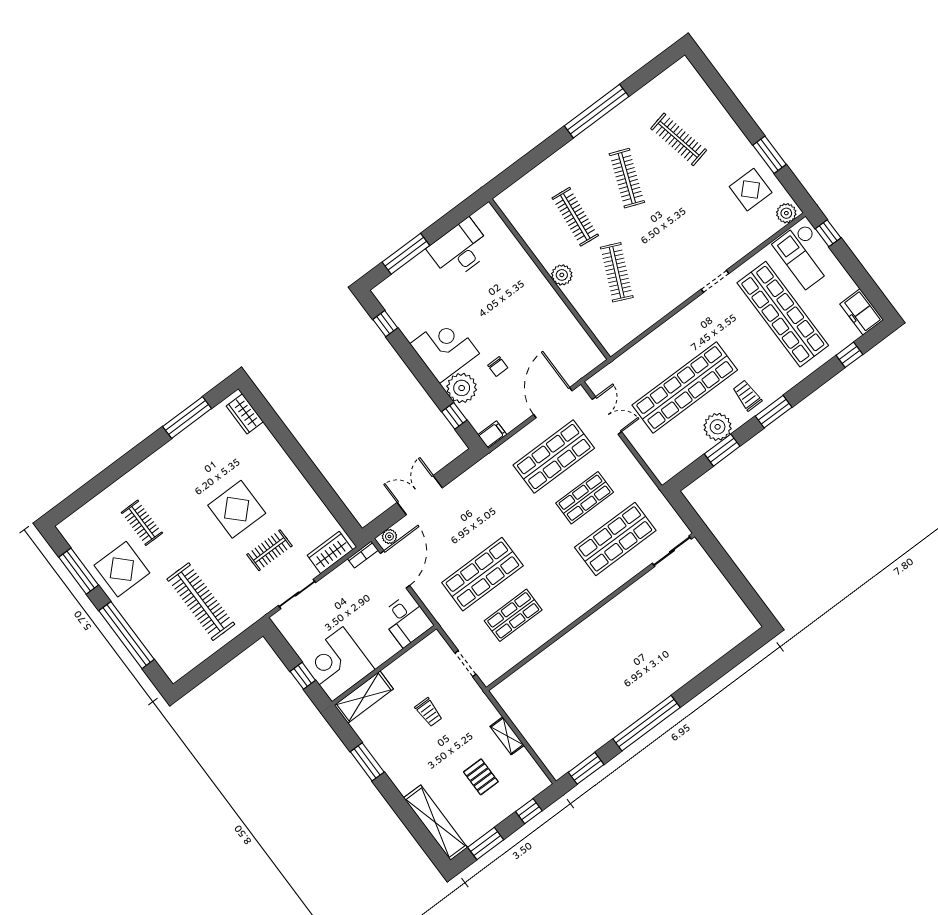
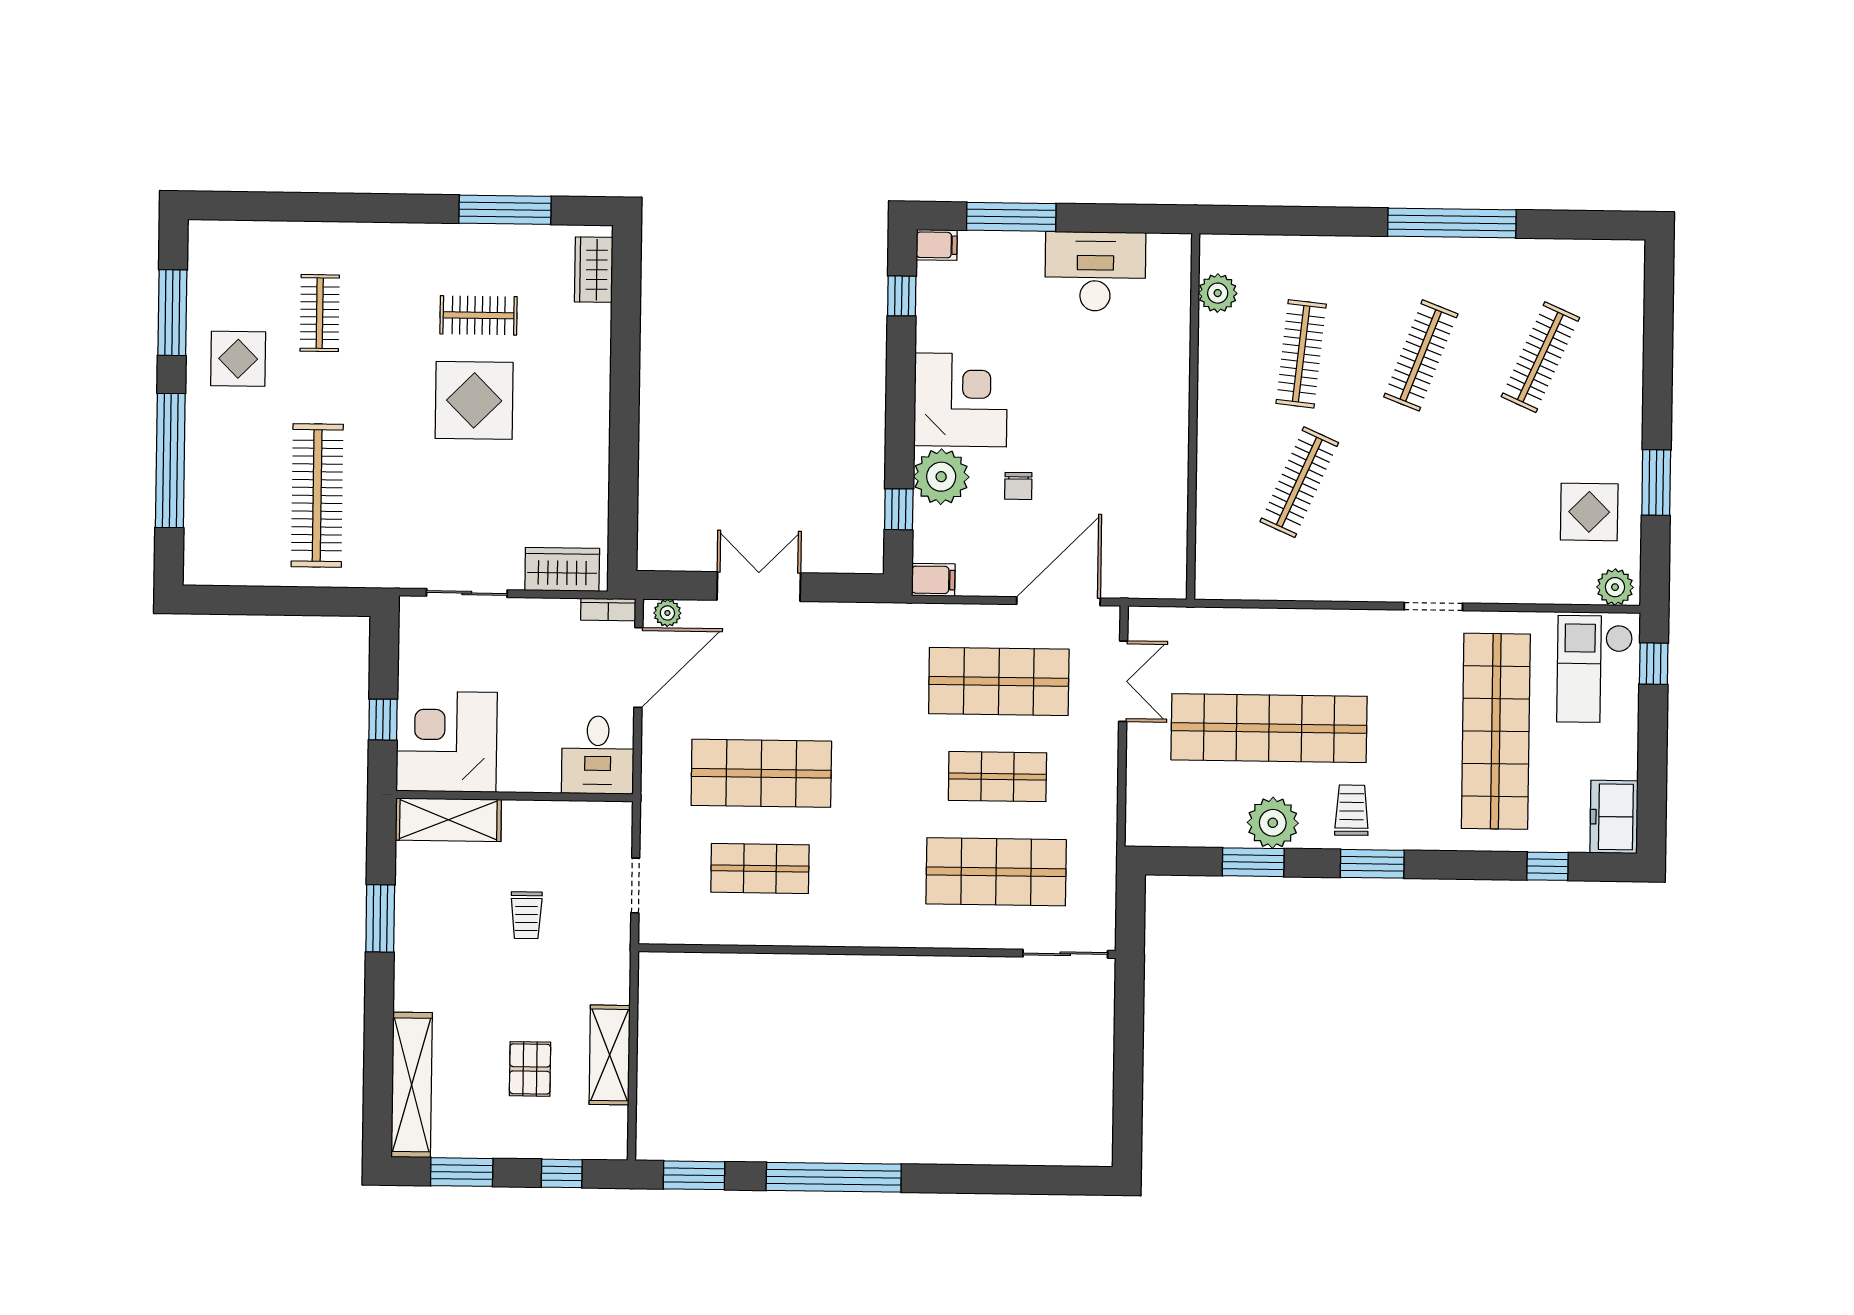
clothes rail: (679, 139) -> (1540, 357), turned 36
plant: (562, 275) -> (1218, 293), moved
filing cabinet: (383, 290) -> (937, 245), added
clothes rail: (270, 550) -> (479, 315), moved
display table: (122, 569) -> (238, 359), width x0.73, depth x0.73
shelving: (507, 736) -> (610, 1055), width x1.50, depth x1.33

